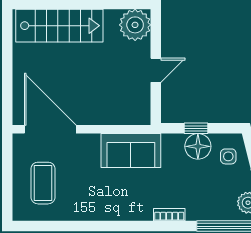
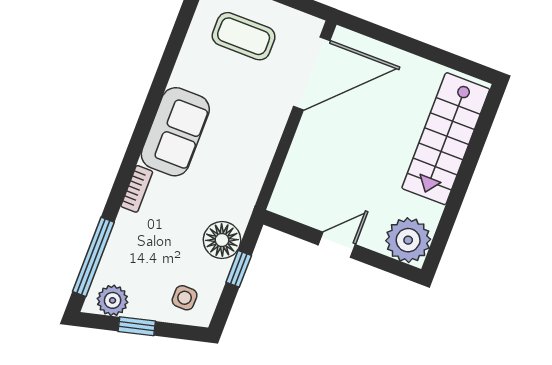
door: (156, 70) -> (337, 245), swing flipped
floor lamp: (198, 146) -> (222, 240), moved
sofa: (131, 151) -> (175, 132), moved, turned 180

